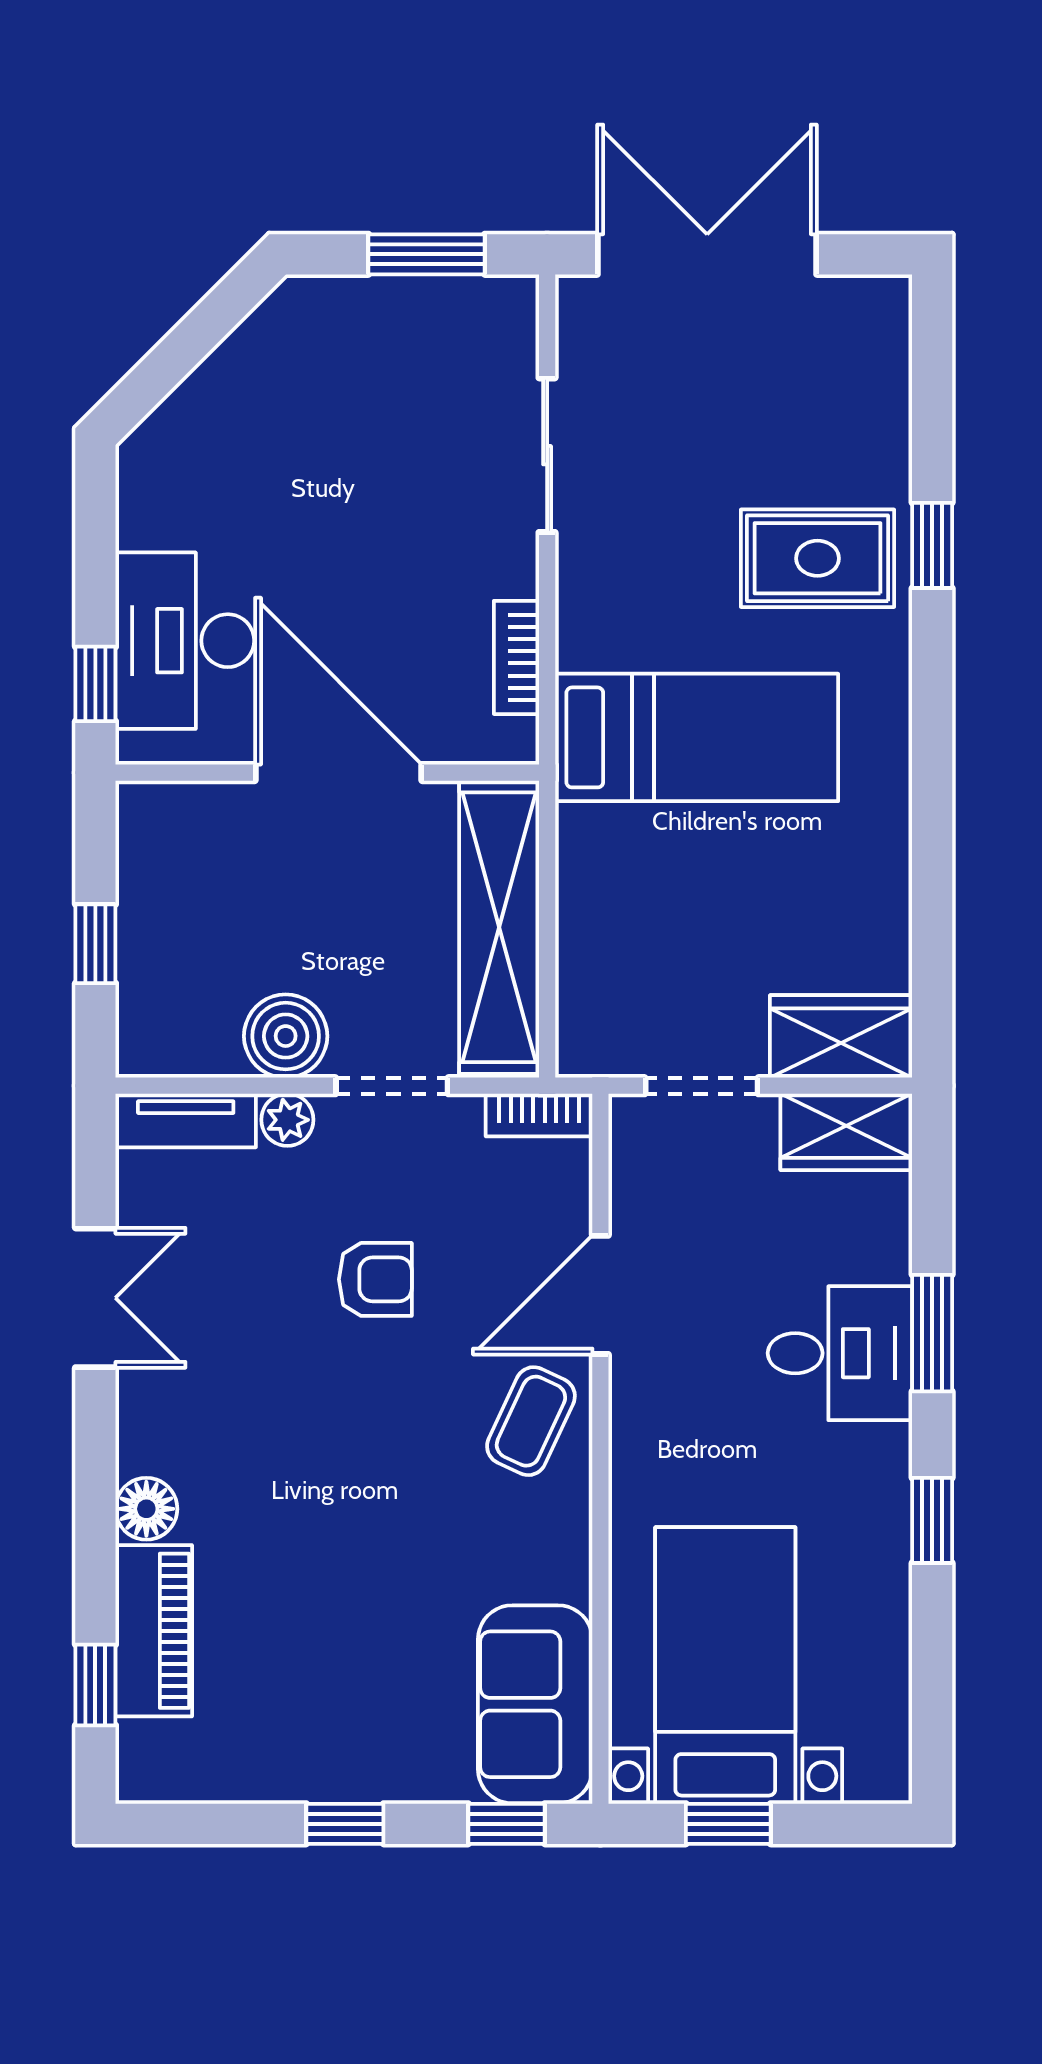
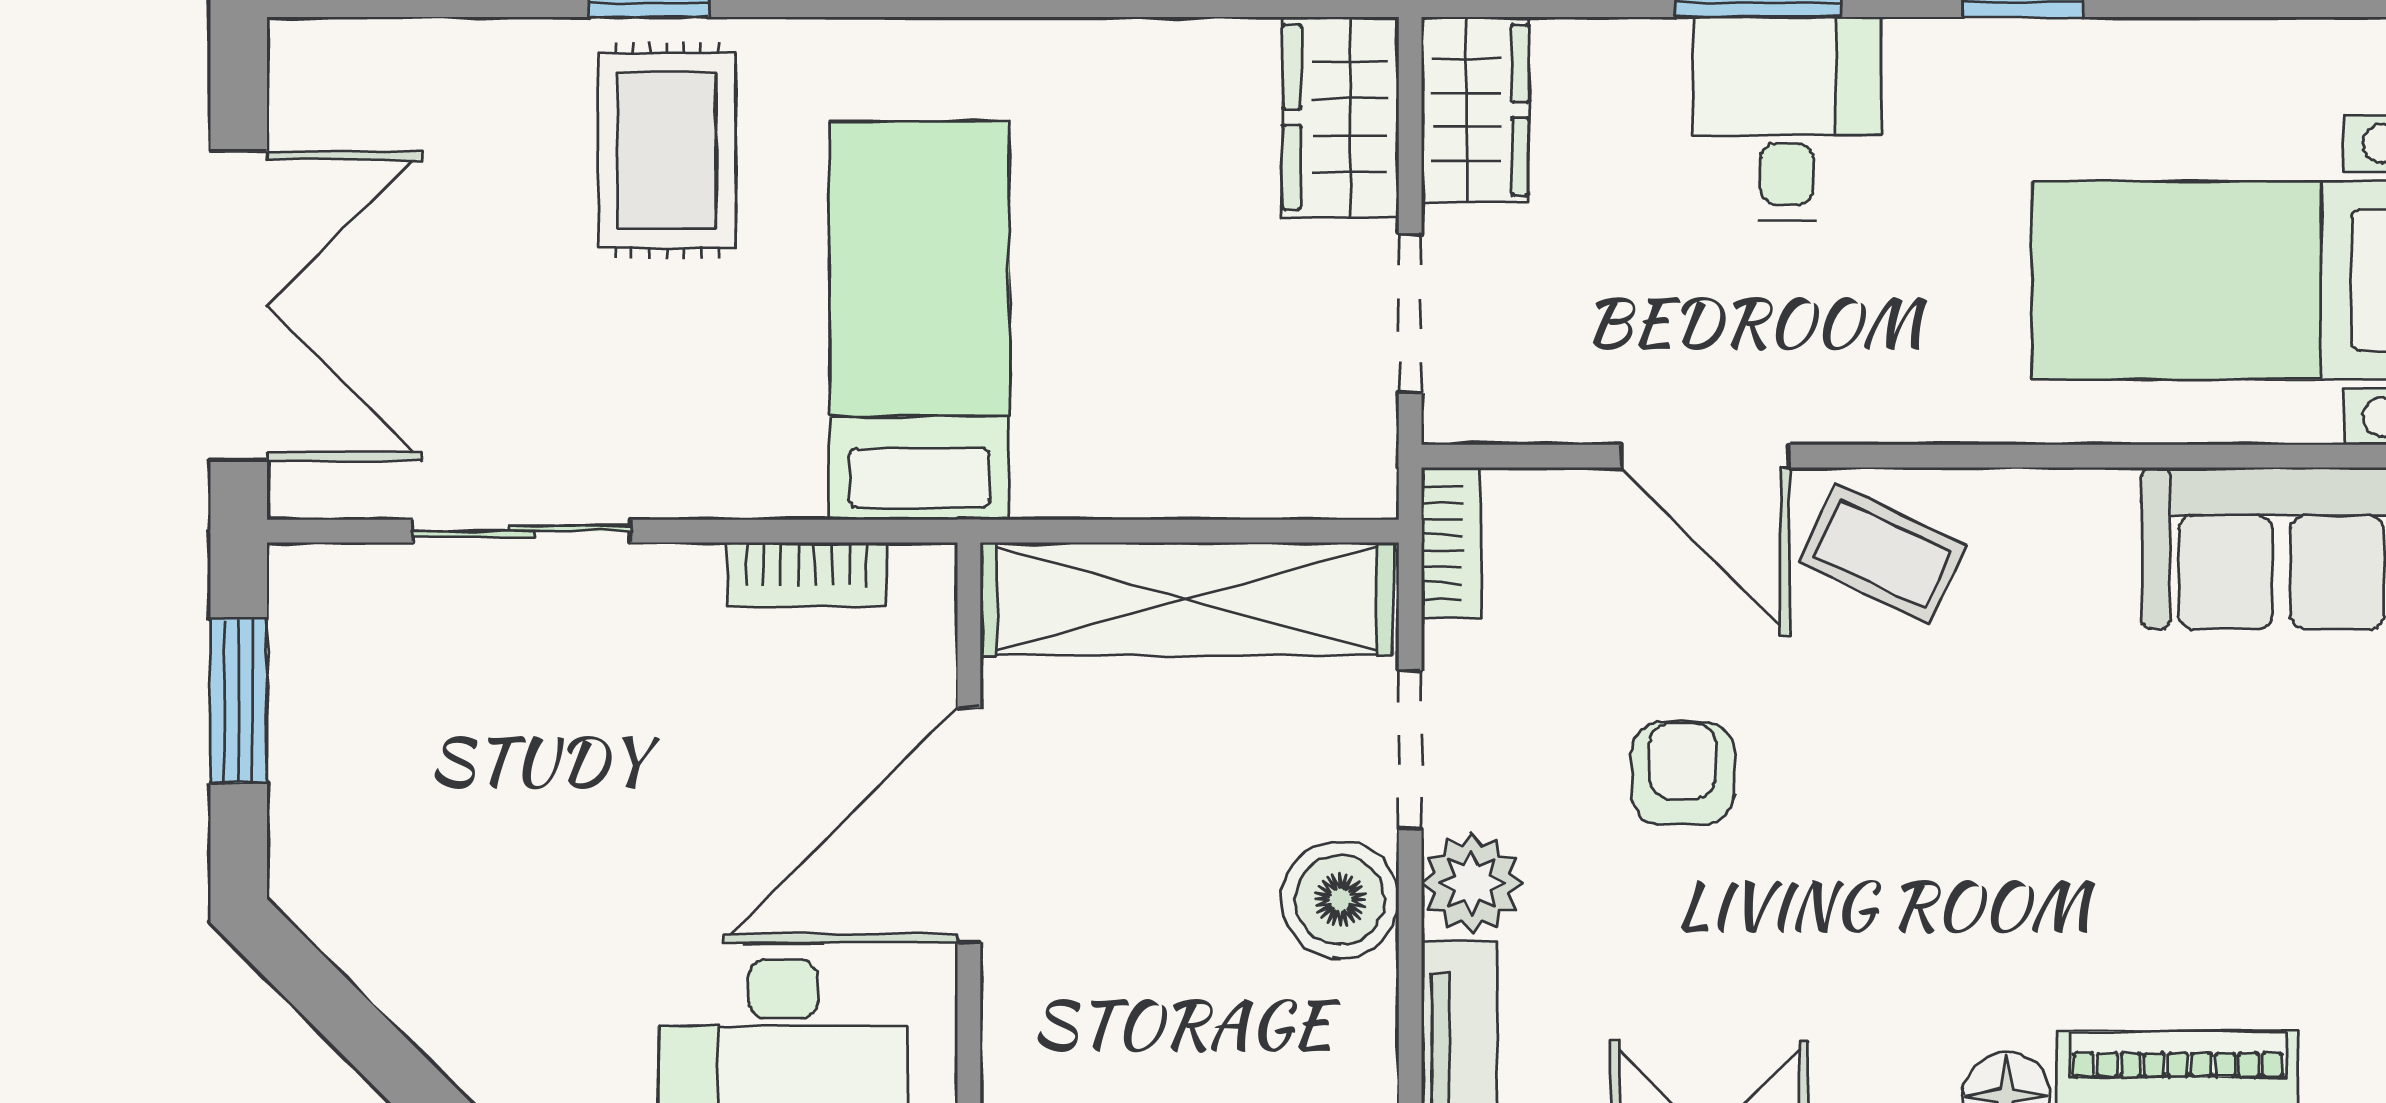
double door: (707, 254) -> (239, 306), swing flipped
plant: (287, 1120) -> (1472, 883), width x1.38, depth x1.38

